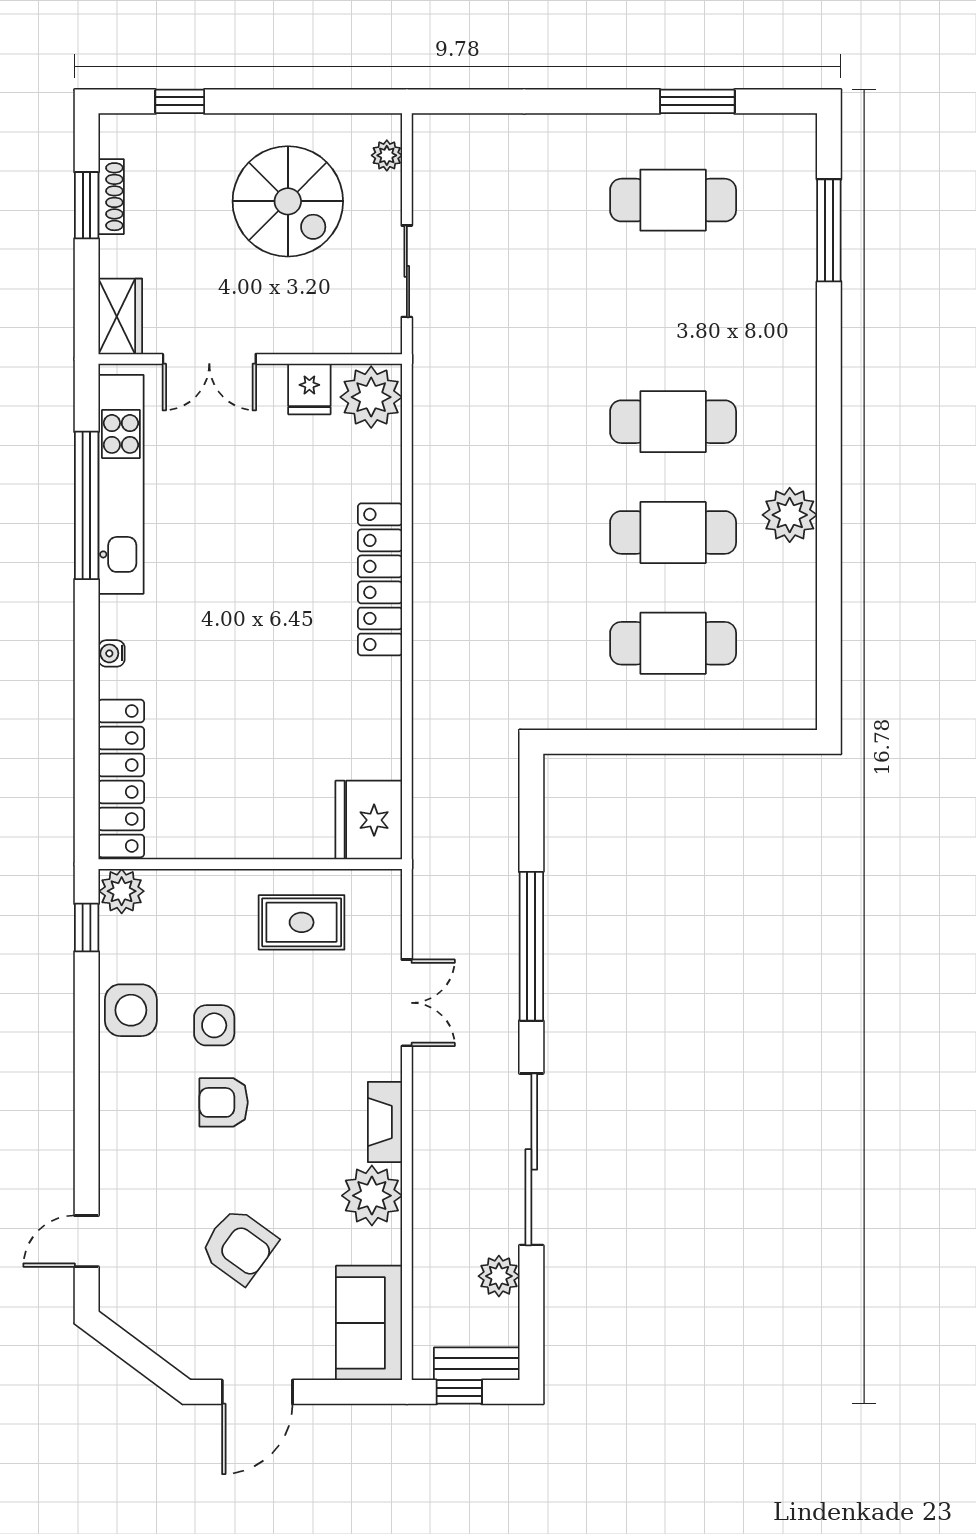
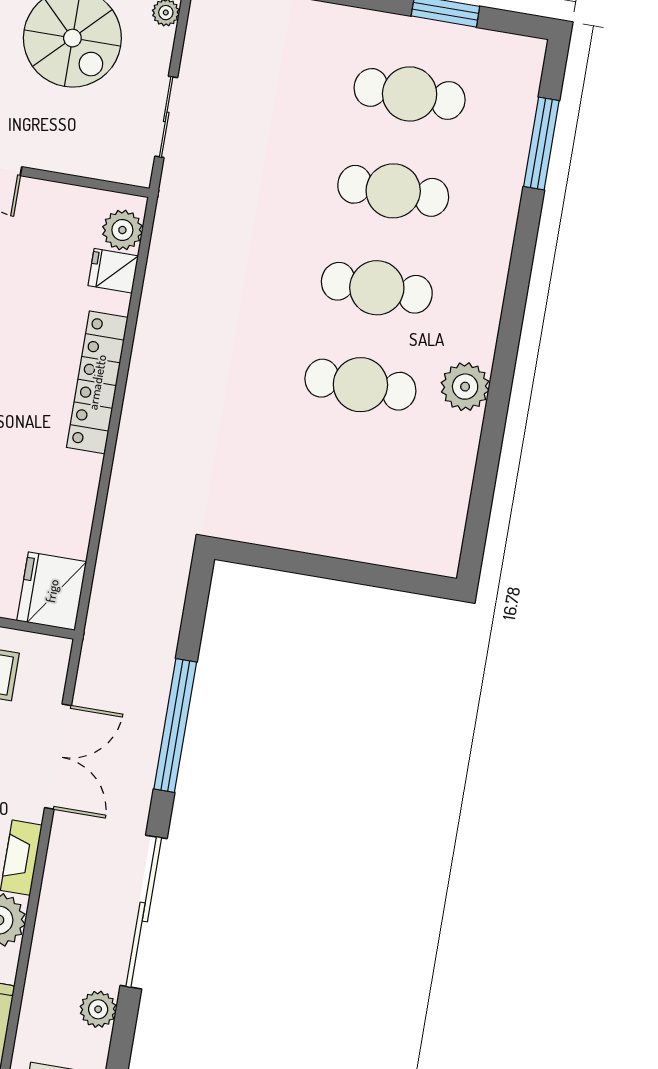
fridge: (309, 389) -> (113, 271), moved, turned 90
plant: (371, 397) -> (122, 230), width x0.73, depth x0.73
cafe table: (673, 643) -> (393, 191), moved
double door: (407, 1003) -> (58, 757), width x1.37

